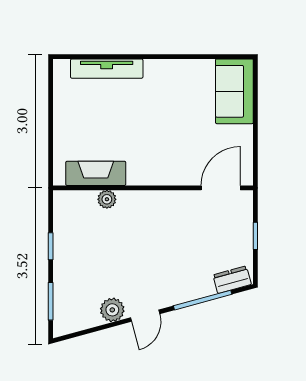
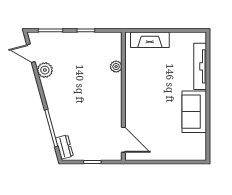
sofa: (234, 91) -> (194, 112), moved, turned -90
fireplace: (96, 173) -> (150, 40), moved, turned 90
door: (145, 316) -> (31, 53), moved

